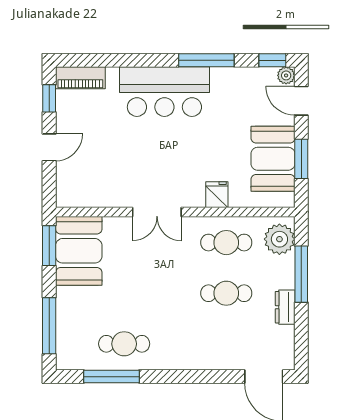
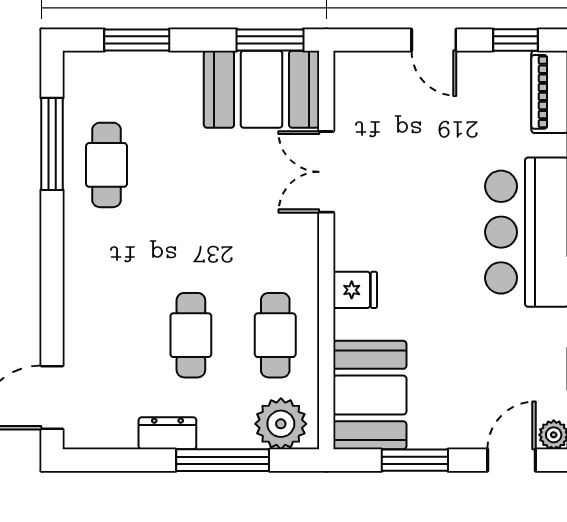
booth: (273, 159) -> (370, 395), moved, turned 90
fridge: (217, 195) -> (355, 290), moved
double door: (157, 212) -> (326, 172), moved
window: (49, 326) -> (137, 40), width x0.69

